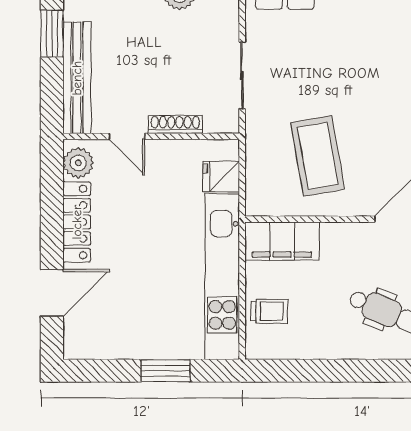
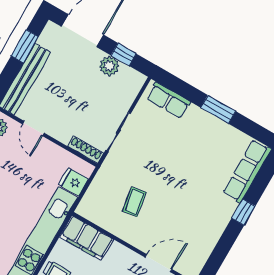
shoe rack: (175, 124) -> (85, 150), moved
coffee table: (318, 156) -> (134, 202), width x0.54, depth x0.58

